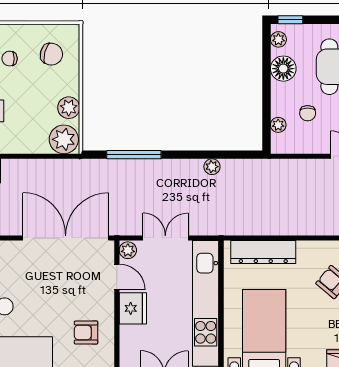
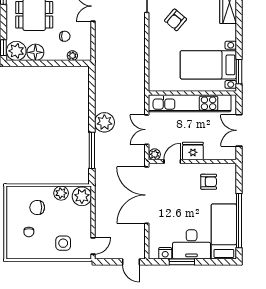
plant: (278, 39) -> (16, 51), width x1.87, depth x1.87
chair: (51, 54) -> (37, 207), moved, turned -105
plant: (212, 167) -> (104, 122), moved, width x1.88, depth x1.88
dresser: (263, 252) -> (156, 65), removed
armchair: (86, 332) -> (209, 182), turned -90

